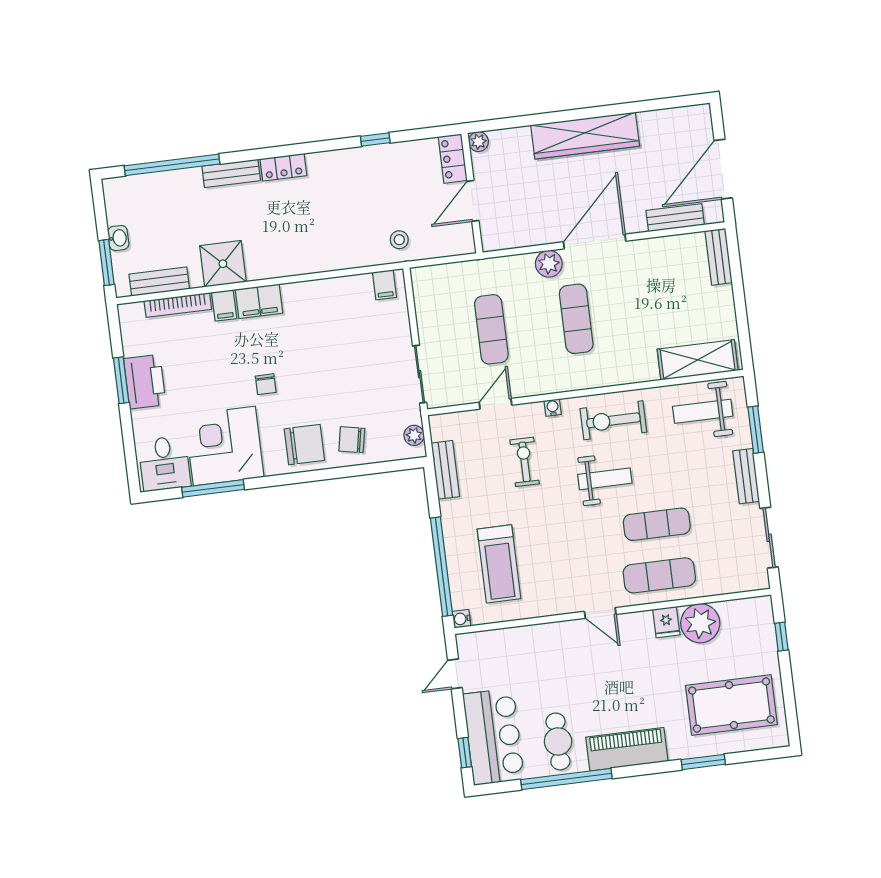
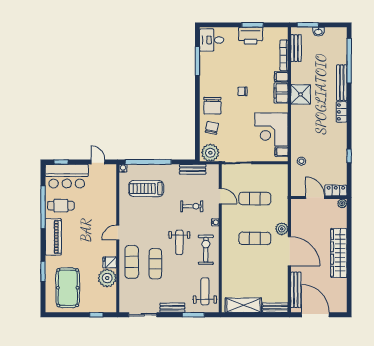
bench: (231, 173) -> (342, 83), width x1.36
bench: (675, 218) -> (296, 290), width x1.36
shower: (223, 264) -> (301, 94), moved
shelving: (698, 360) -> (243, 305), moved, turned 90
plant: (414, 435) -> (210, 153), width x1.87, depth x1.87
corner desk: (224, 446) -> (271, 129), moved, turned 180

